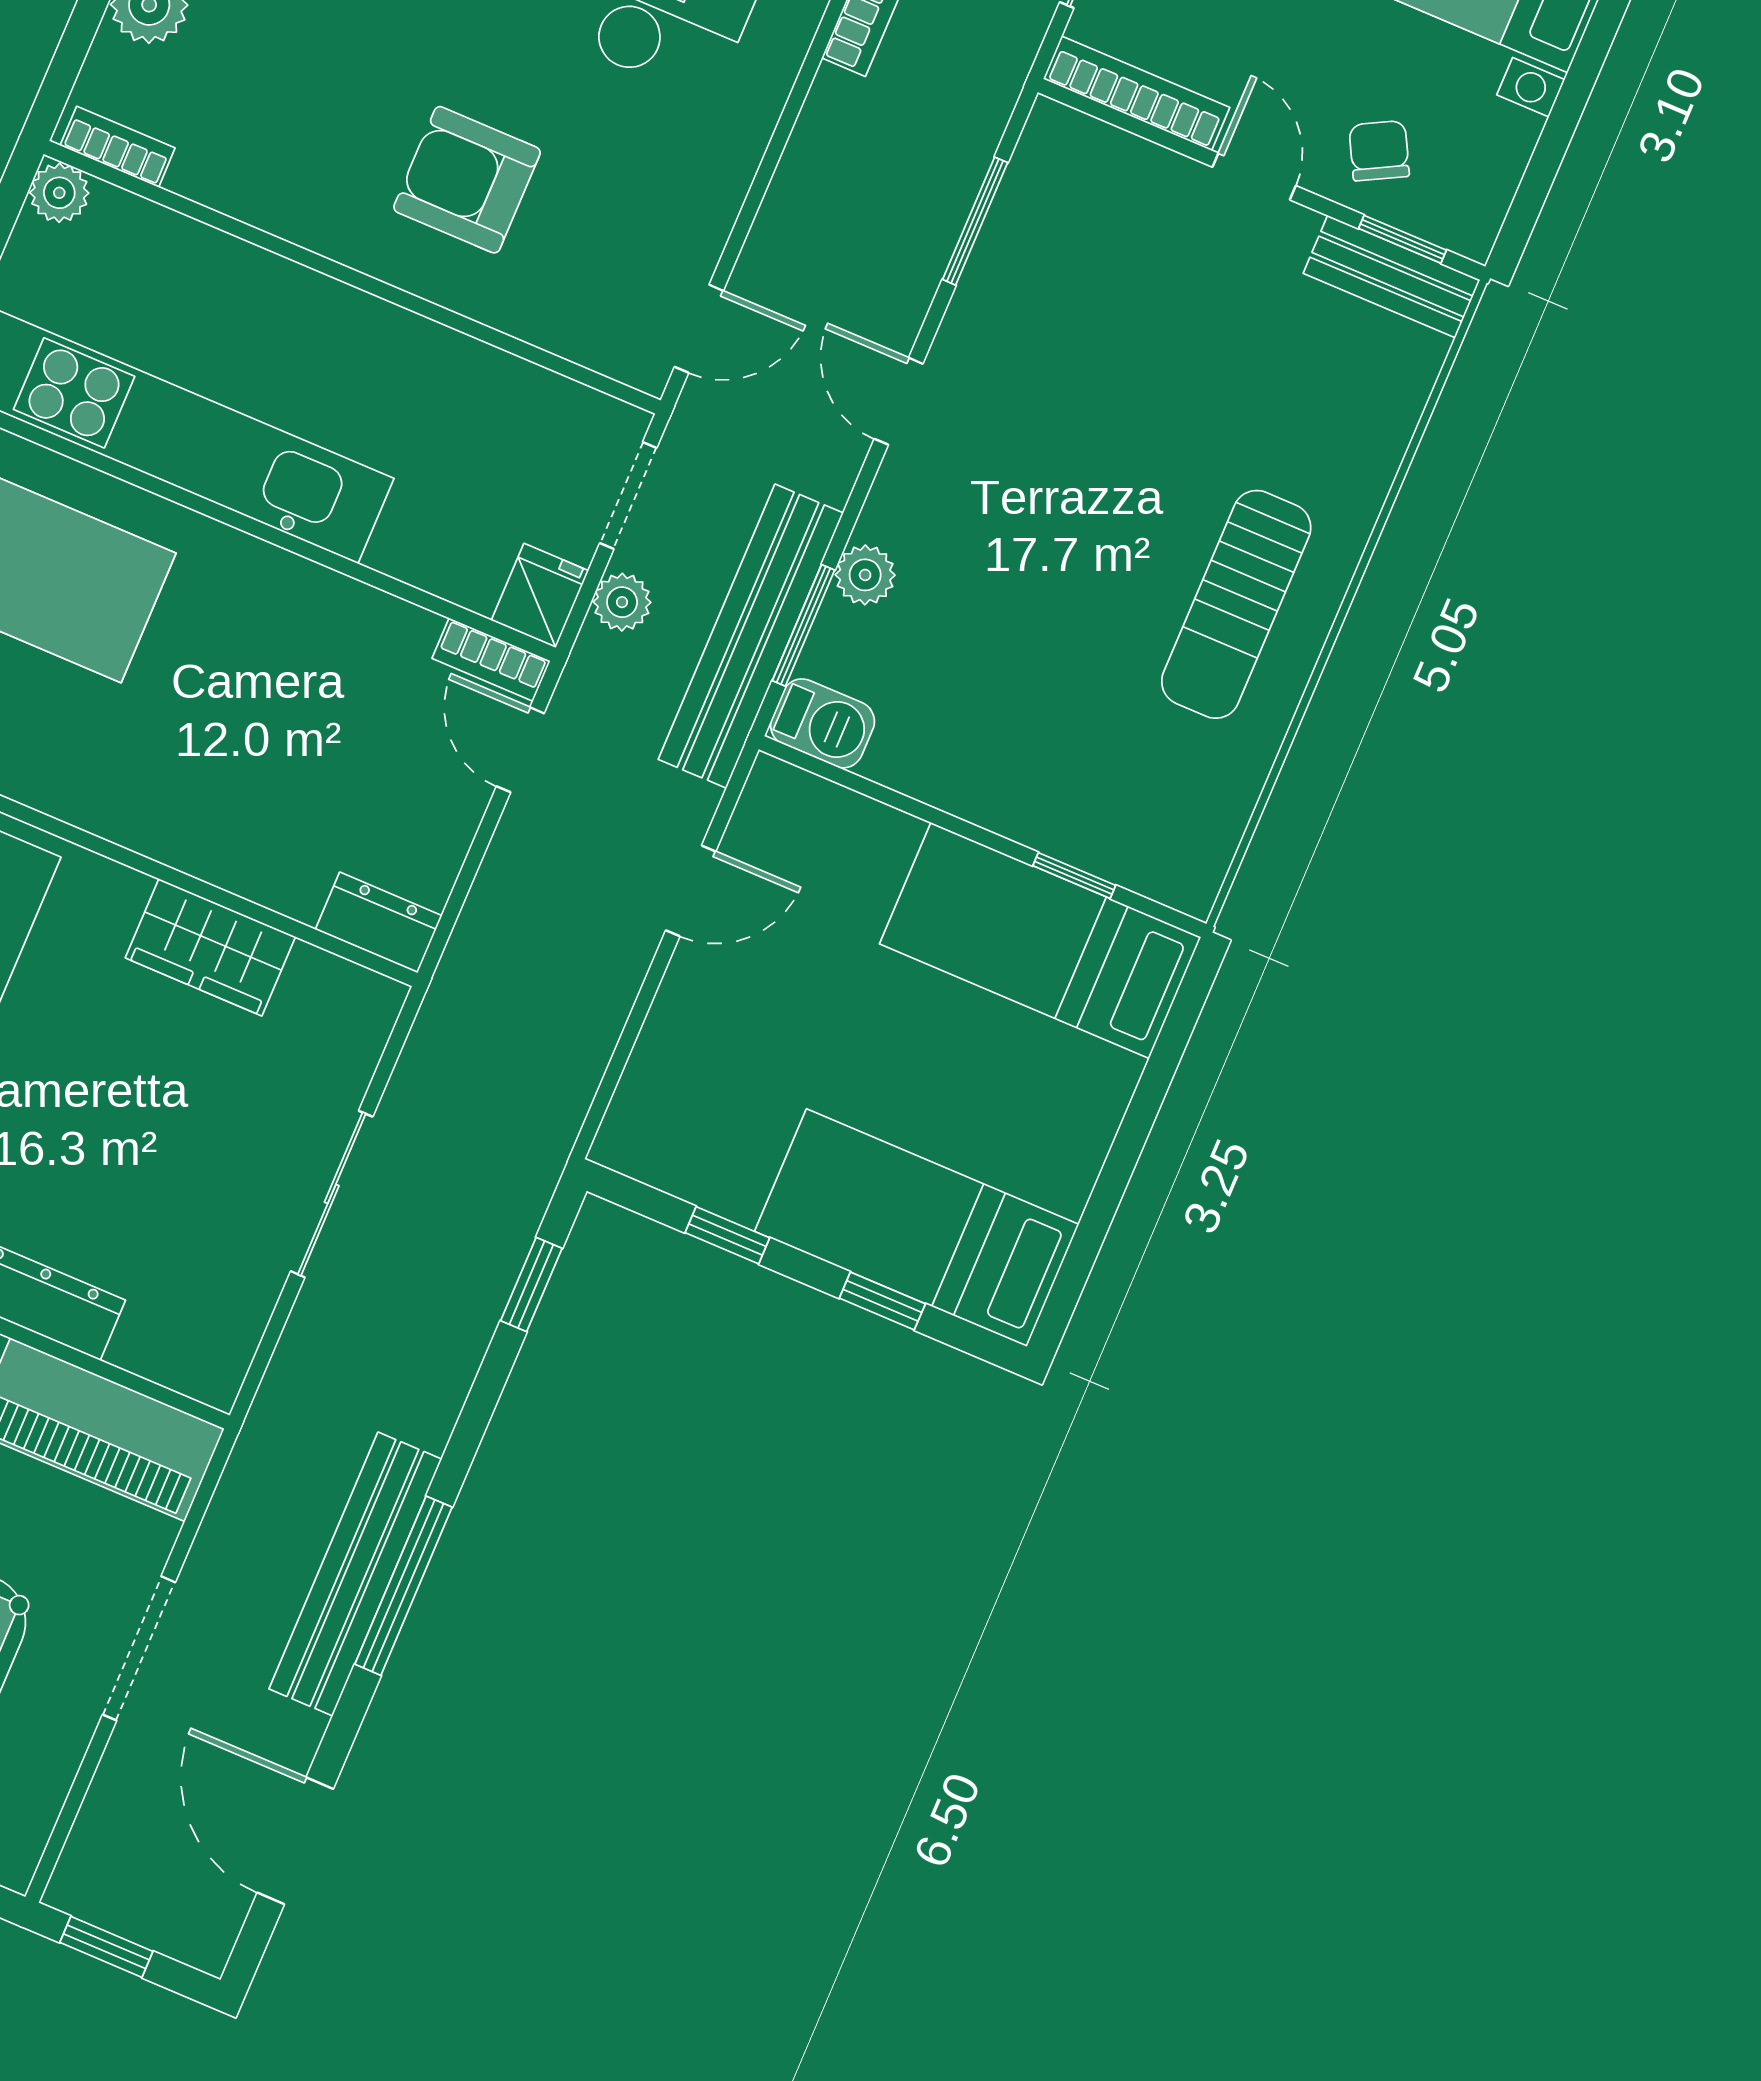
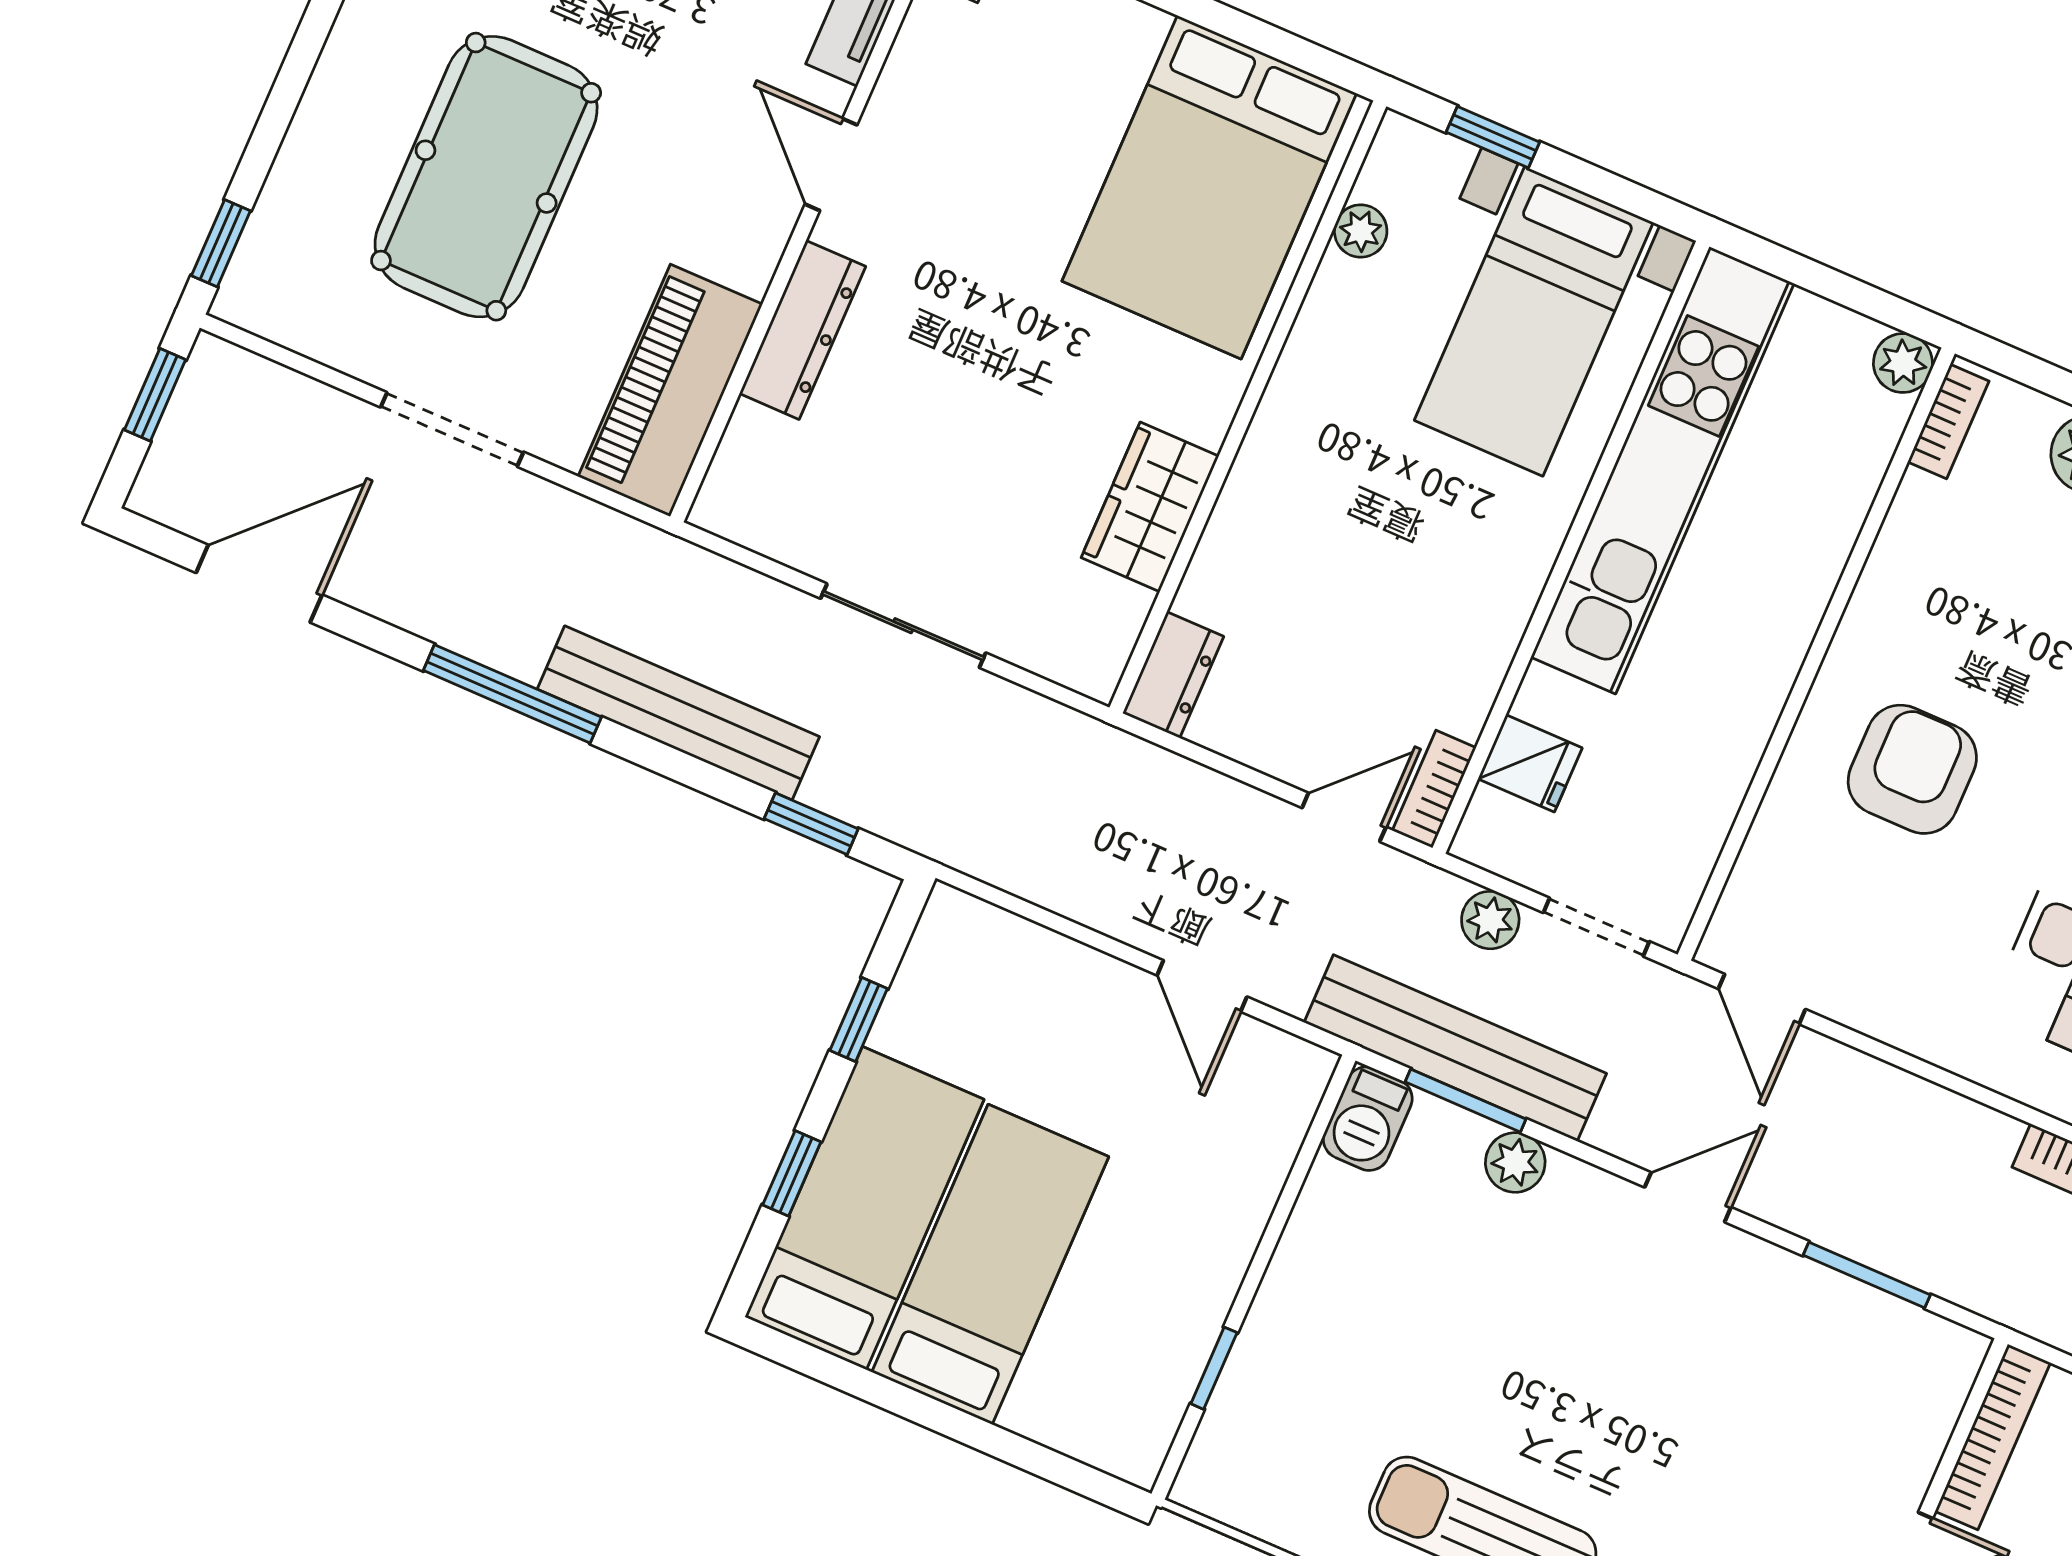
fridge: (540, 596) -> (1530, 763), moved
bed: (1040, 940) -> (990, 1264), moved
bench: (355, 1574) -> (678, 713), moved

